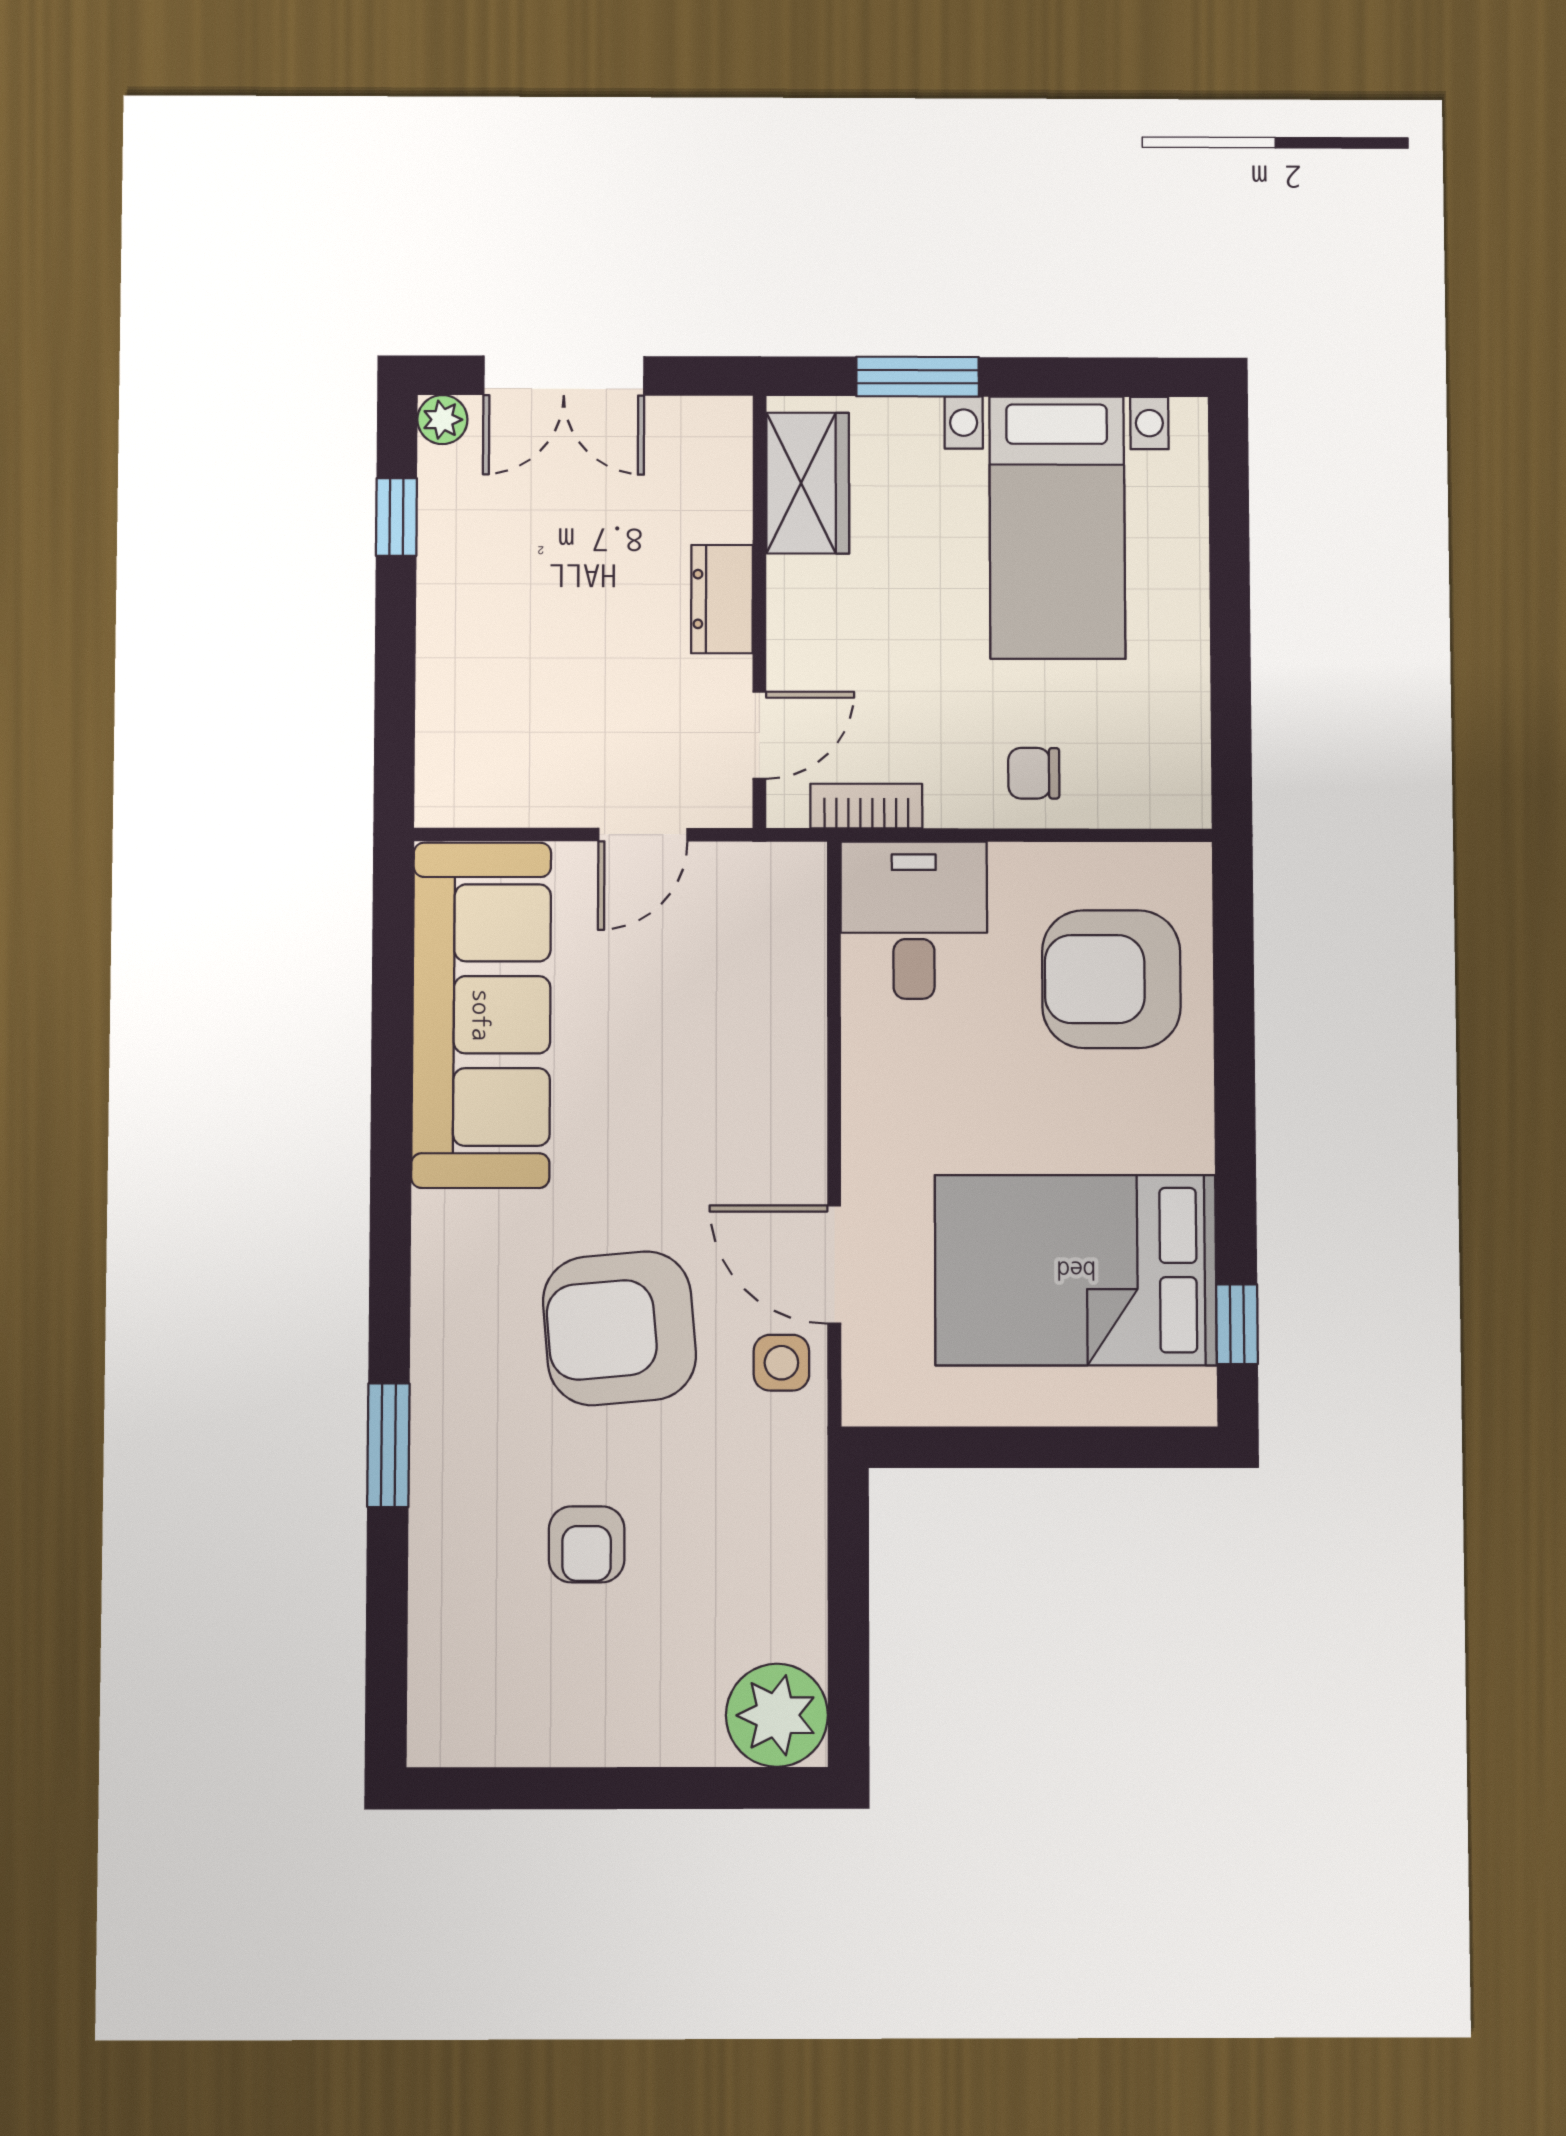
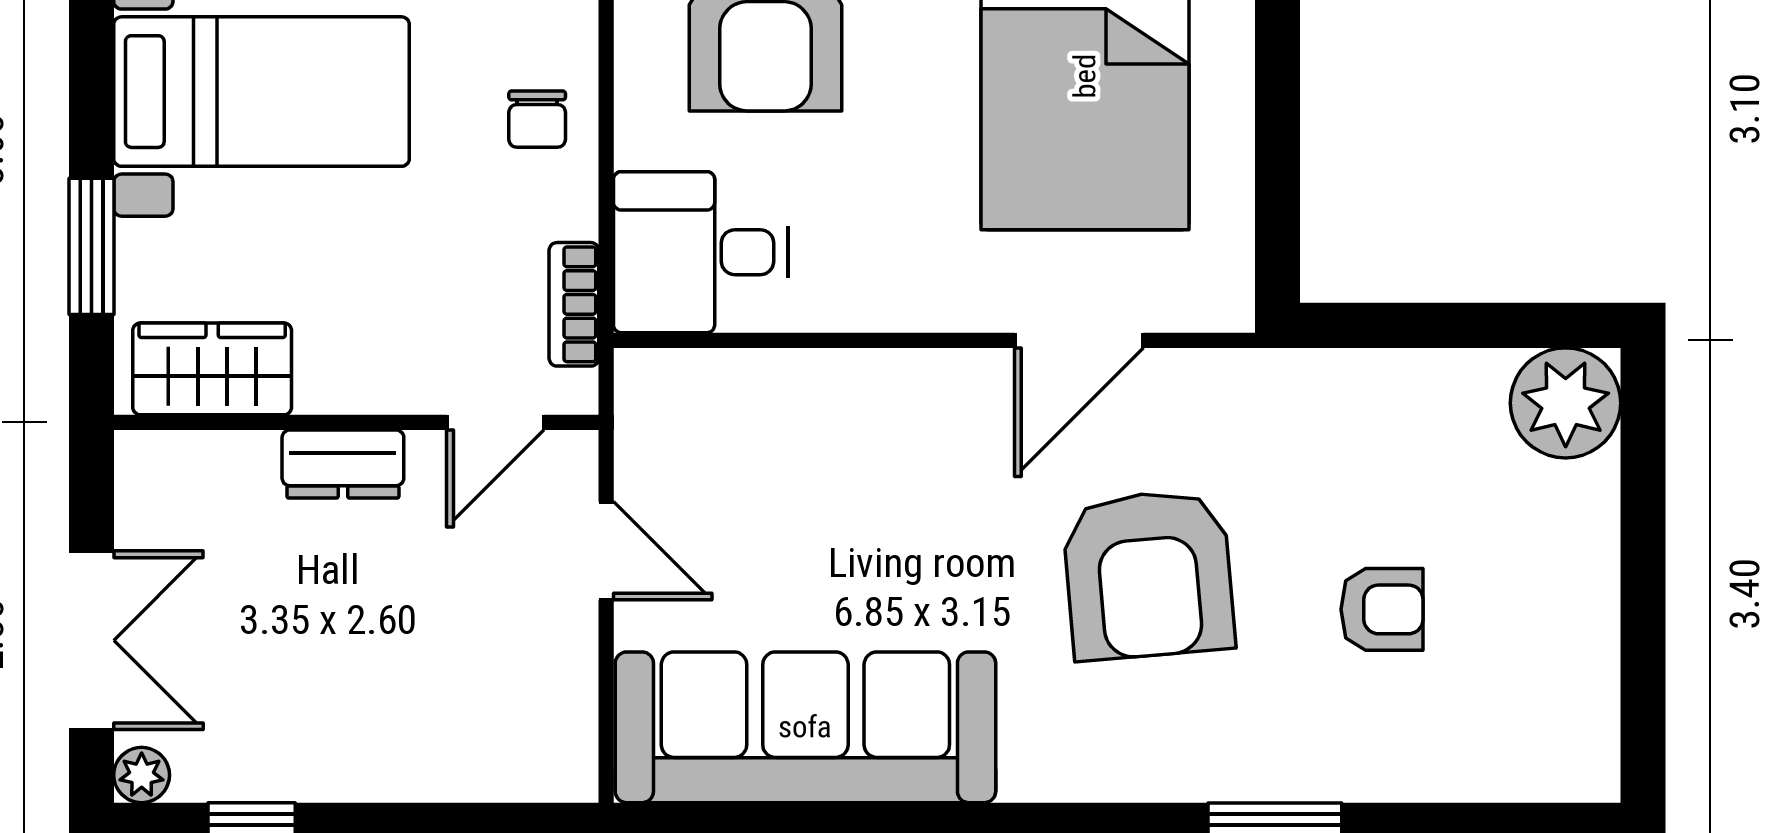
door: (759, 735) -> (495, 422), swing flipped
side table: (781, 1363) -> (1186, 398), removed

